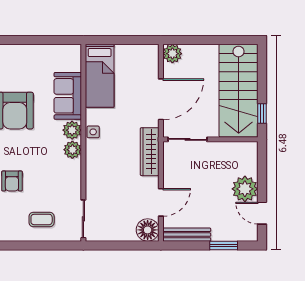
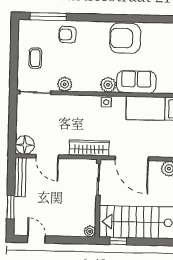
plant: (72, 150) -> (65, 84), moved
plant: (245, 189) -> (90, 231), moved, width x0.53, depth x0.53
door: (262, 213) -> (36, 239), hinge flipped

